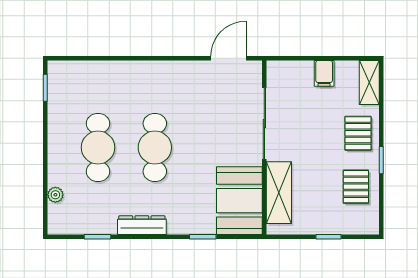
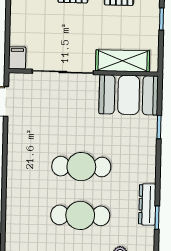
filing cabinet: (324, 73) -> (17, 58), moved, turned -90
dresser: (142, 225) -> (147, 204), moved

